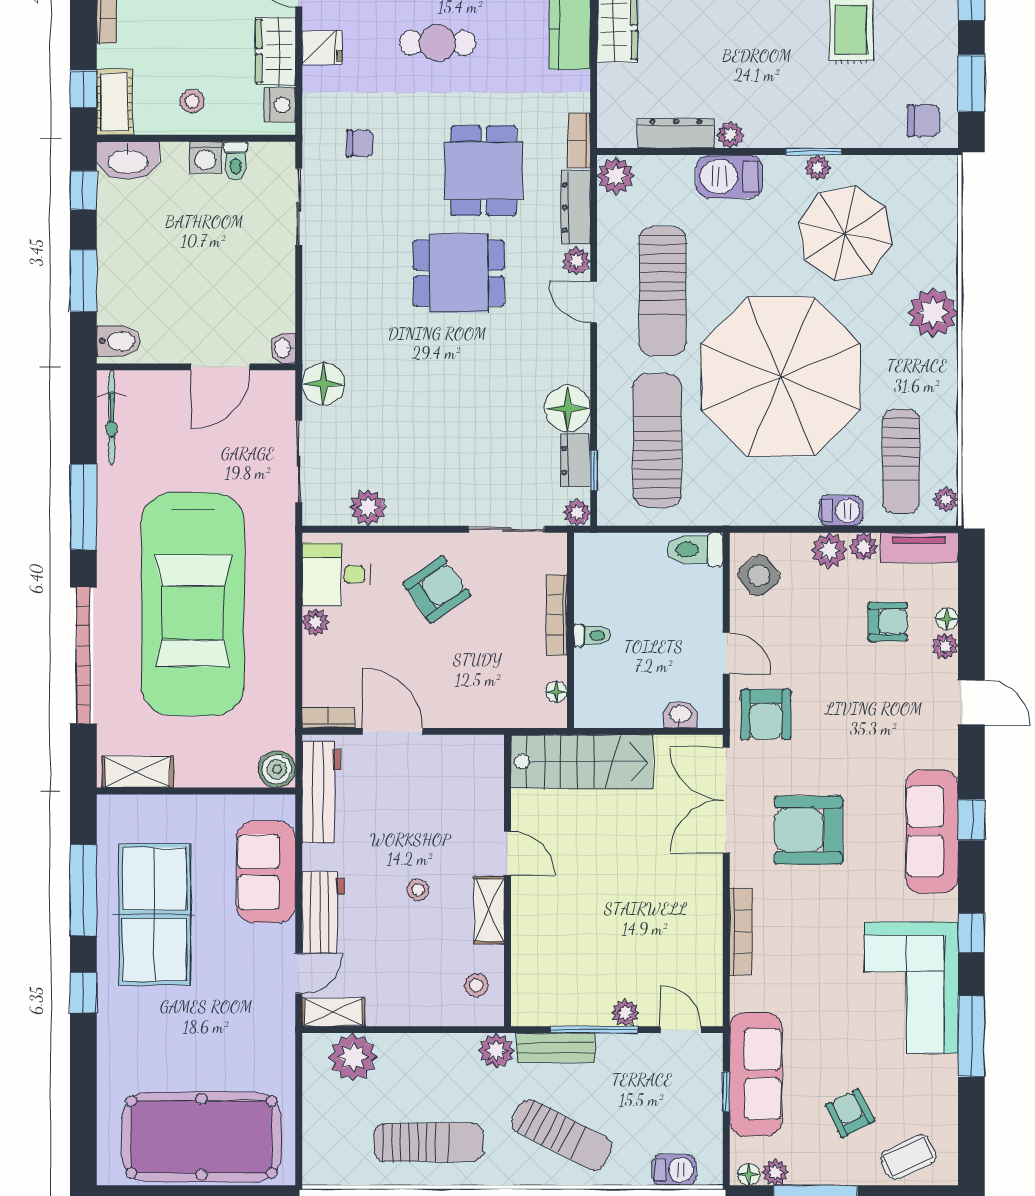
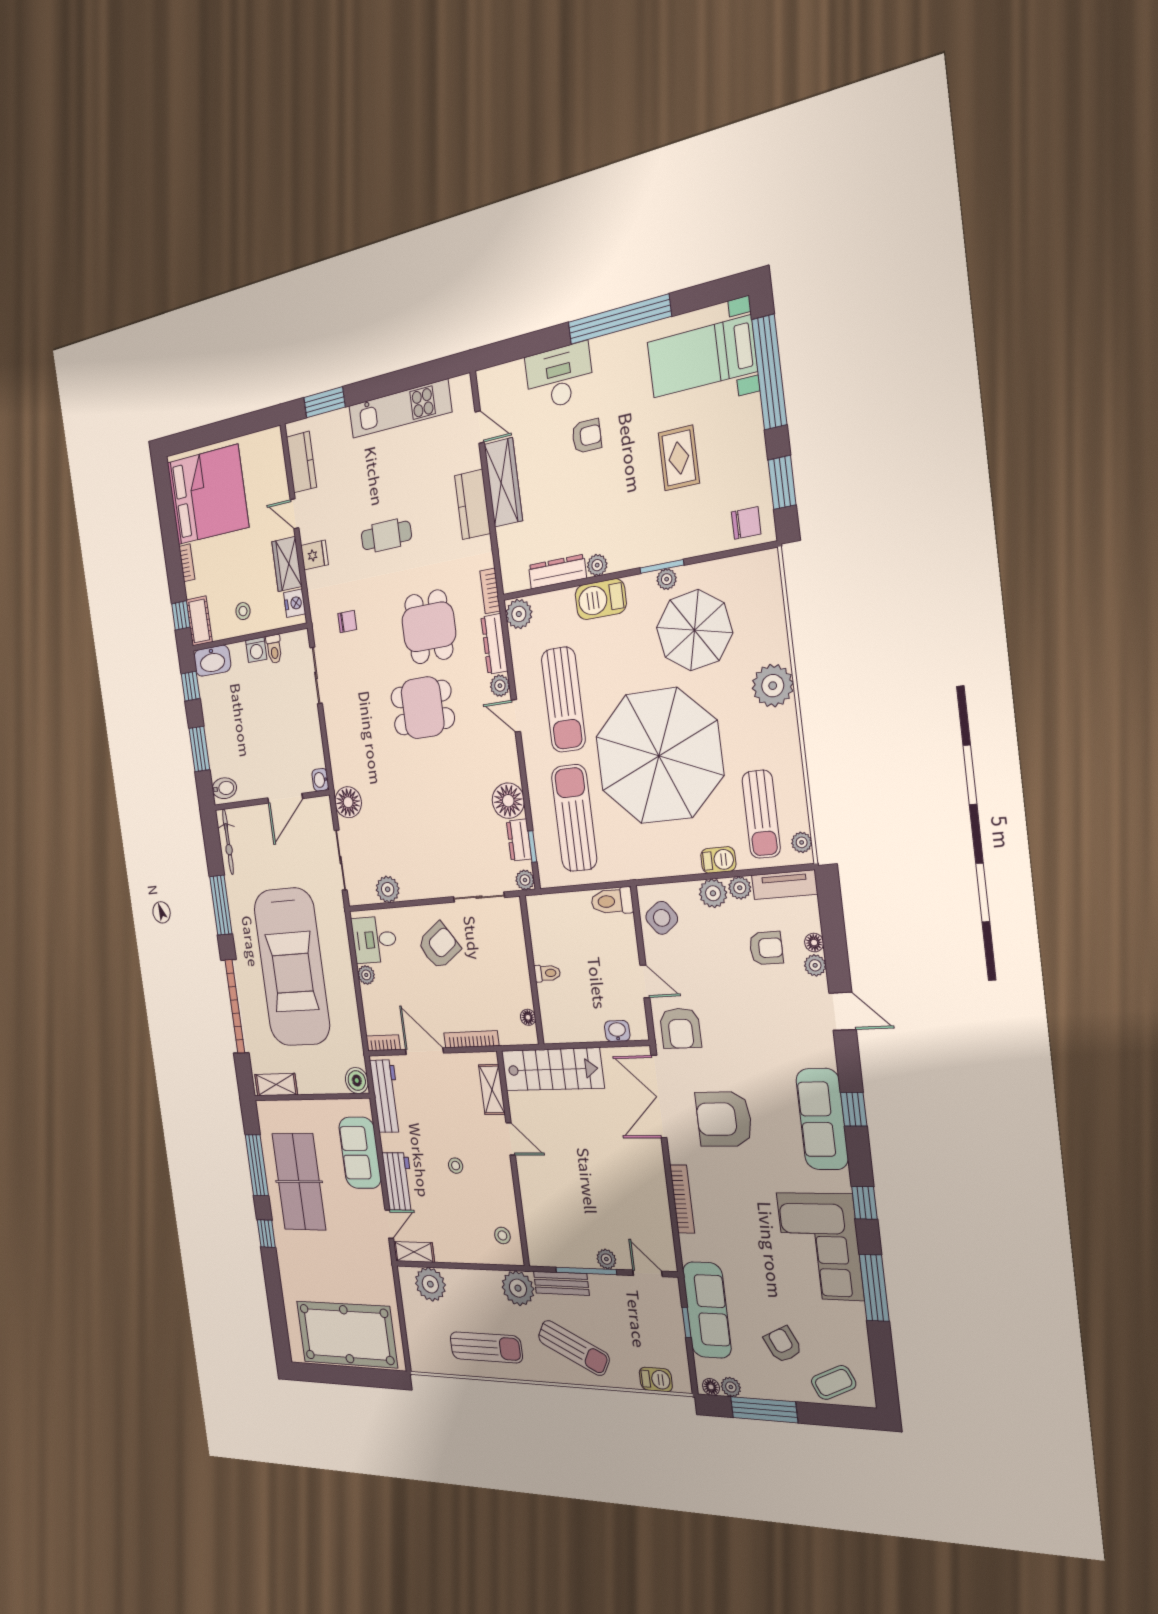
bookcase: (557, 615) -> (471, 1039), moved, turned 90
shelving: (489, 910) -> (492, 1089), moved
plant: (496, 1051) -> (518, 1288), width x1.36, depth x1.36

